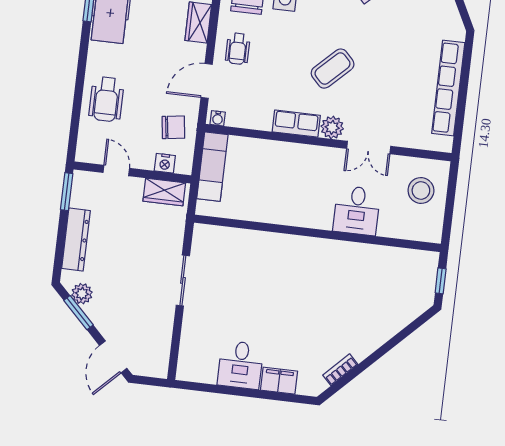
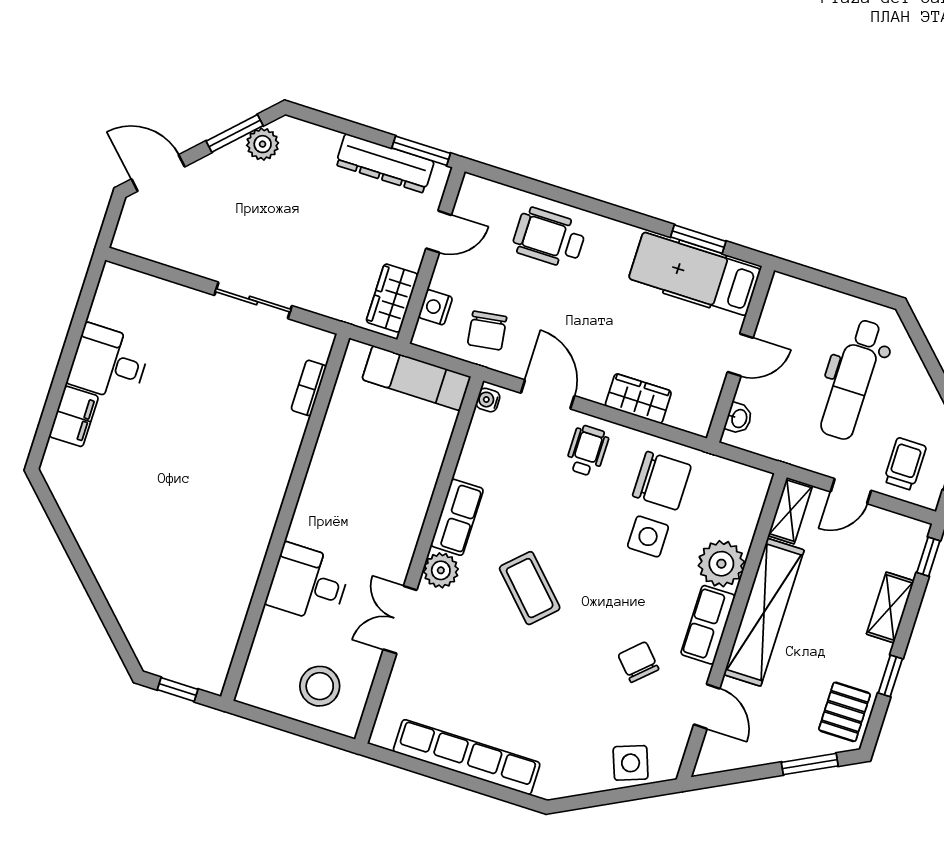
wheelchair: (238, 49) -> (587, 451), turned 90
dresser: (76, 239) -> (385, 163), moved
bookcase: (340, 370) -> (309, 388), moved, turned -135

